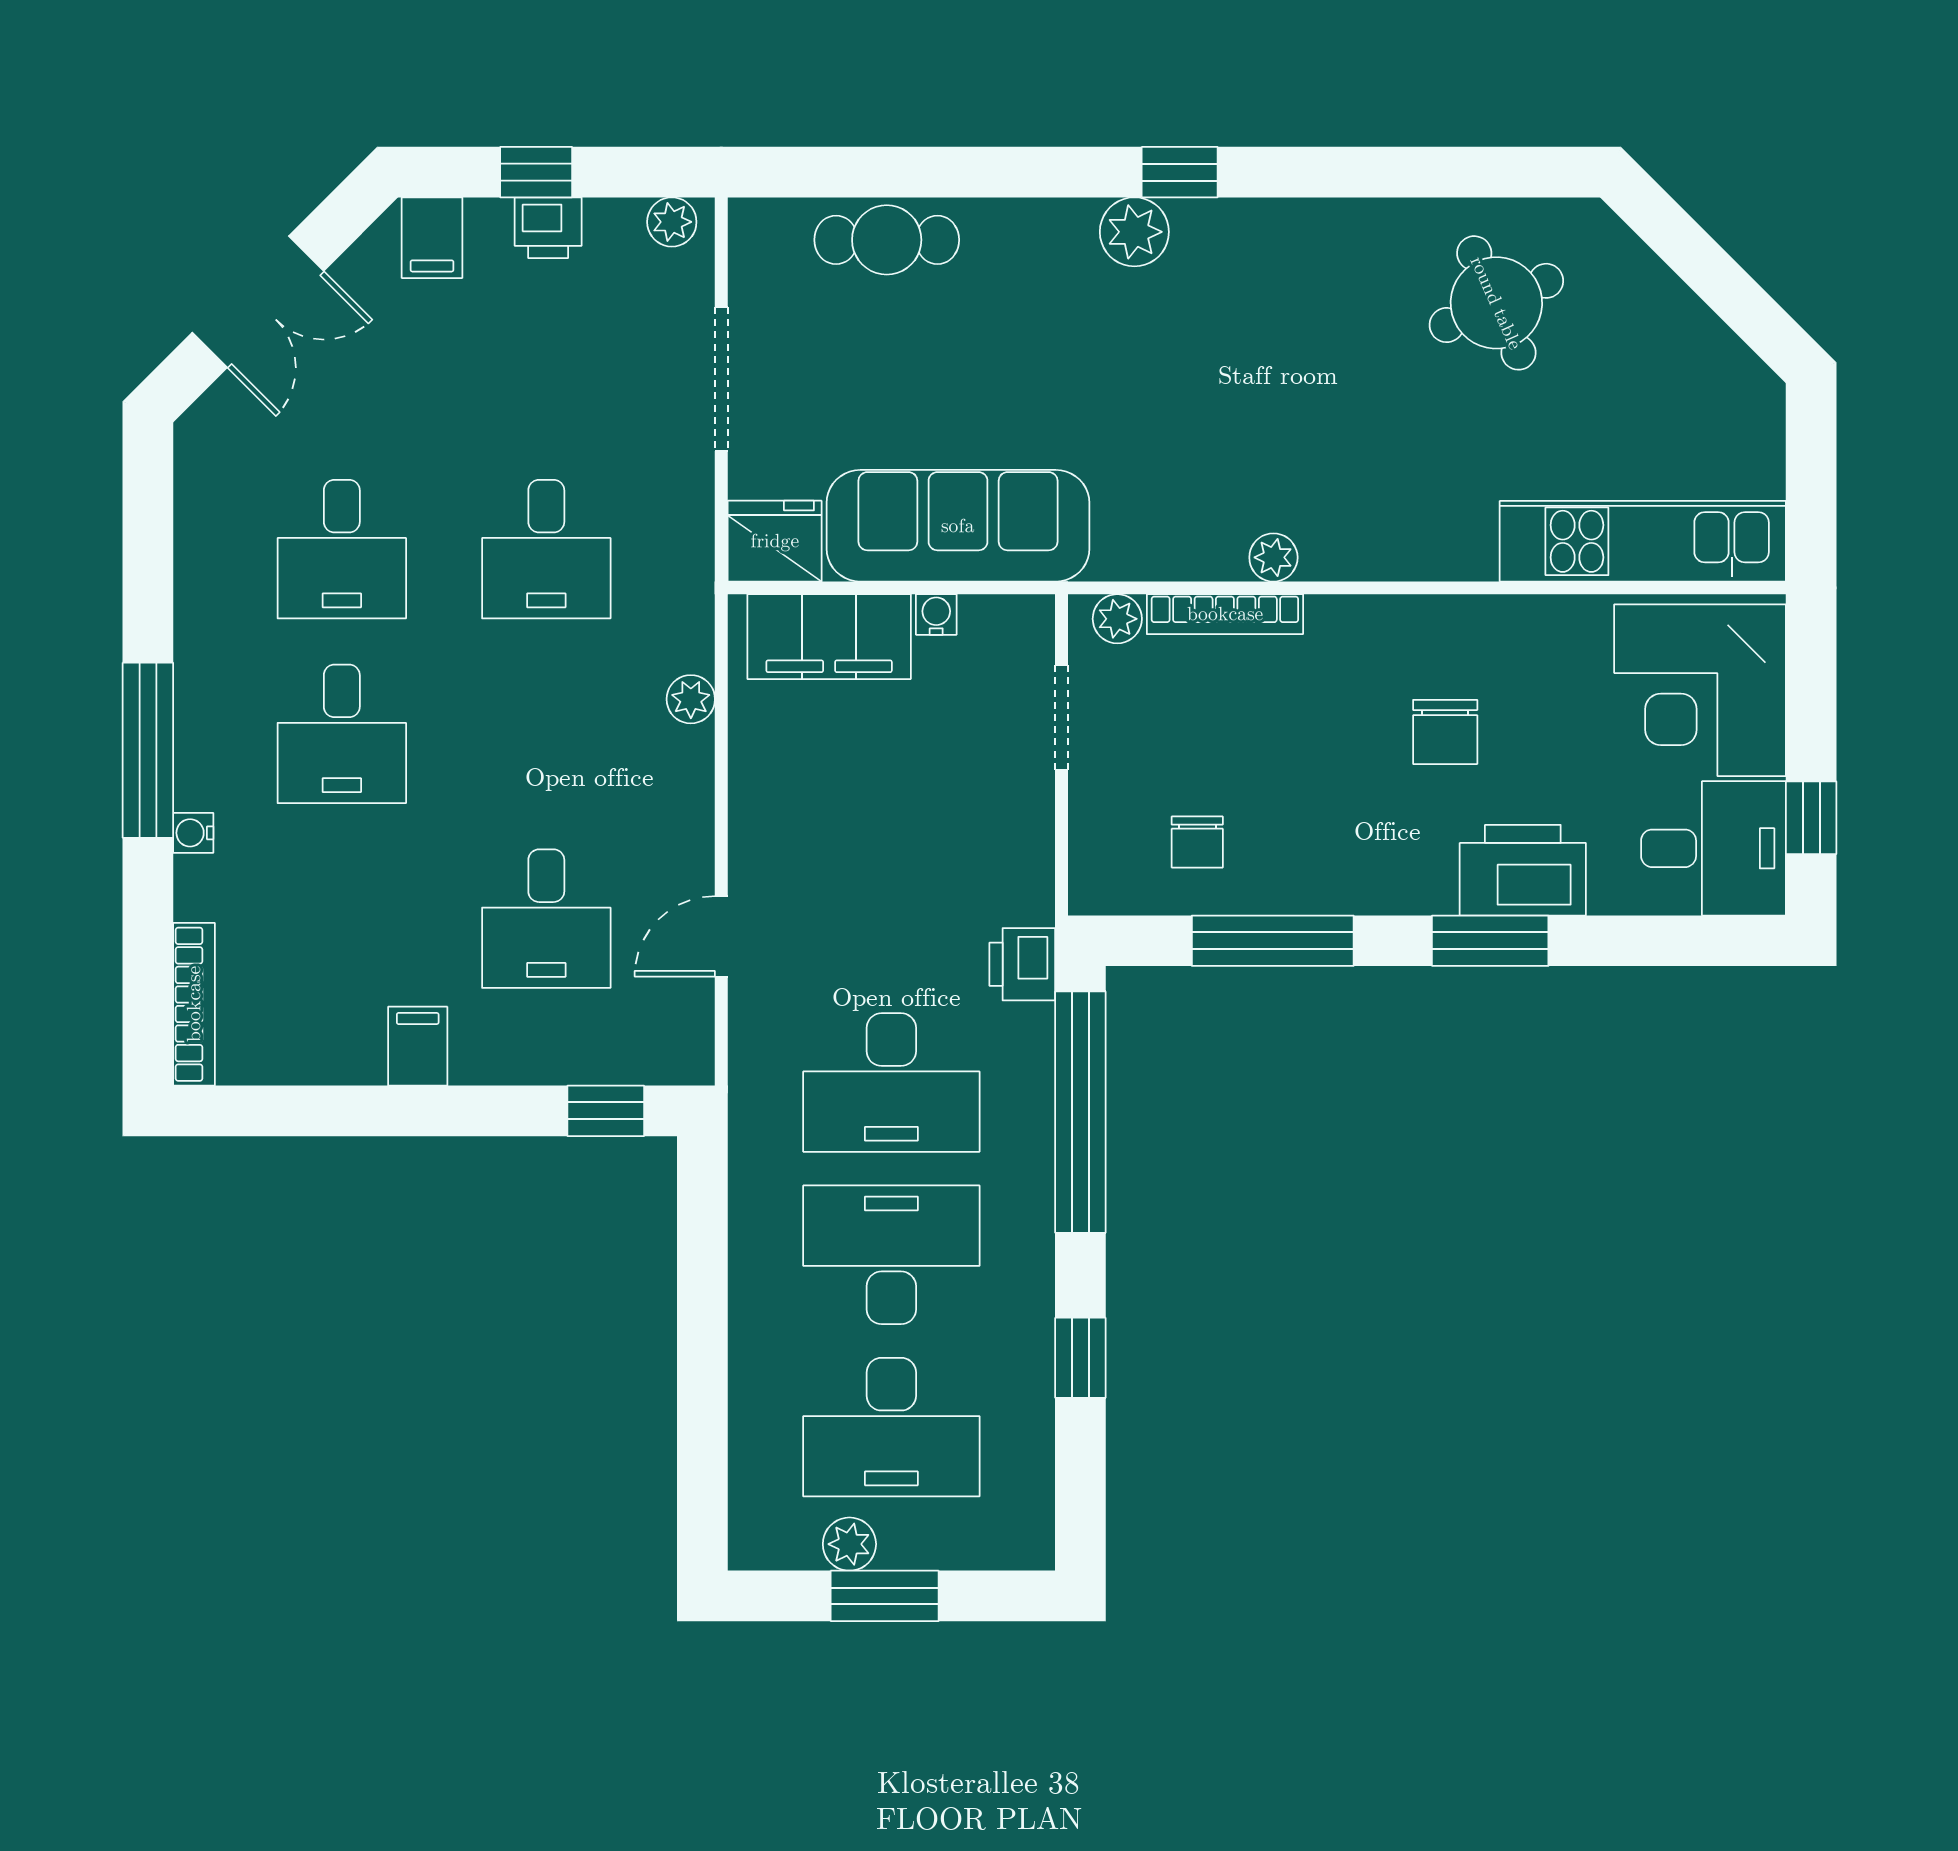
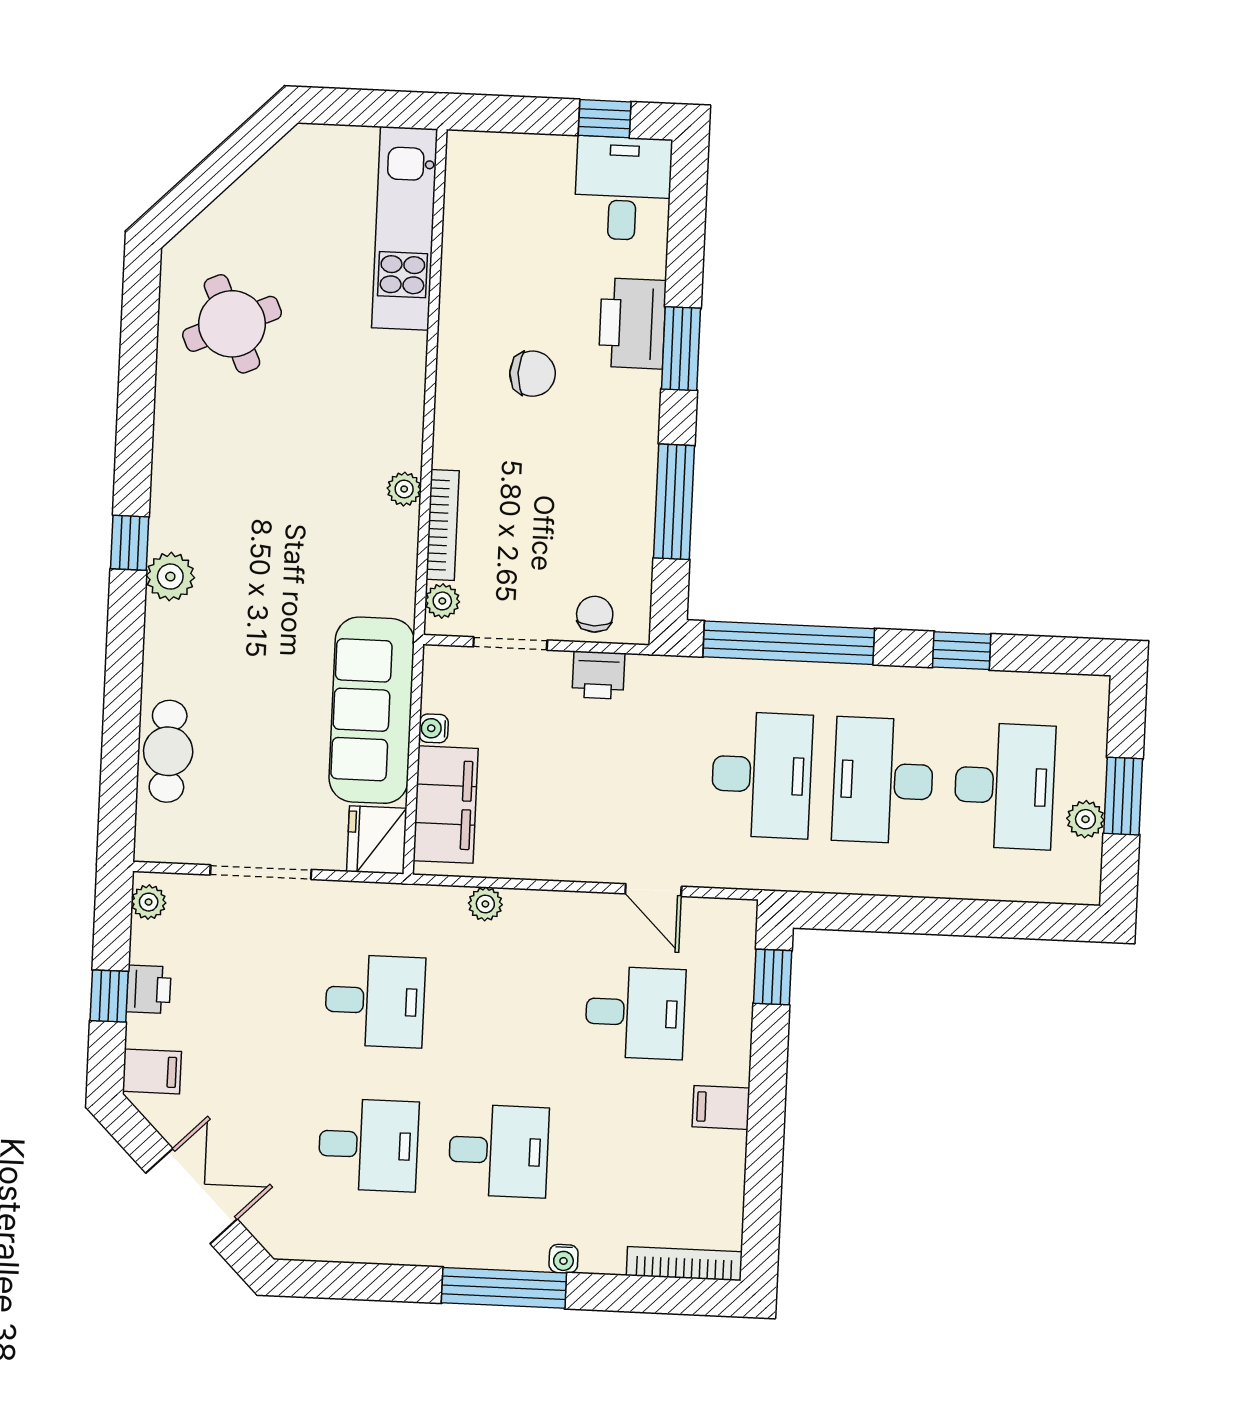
corner desk: (1700, 690) -> (511, 193), removed
chair: (1197, 842) -> (595, 614), moved, turned -90
printer: (1022, 964) -> (598, 675), moved

